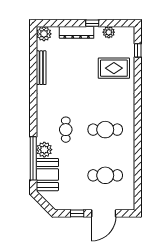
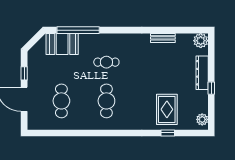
plant: (109, 32) -> (202, 119), moved
window: (138, 50) -> (168, 133), moved
bench: (41, 68) -> (163, 38), width x0.73
plant: (44, 150) -> (87, 41), removed

